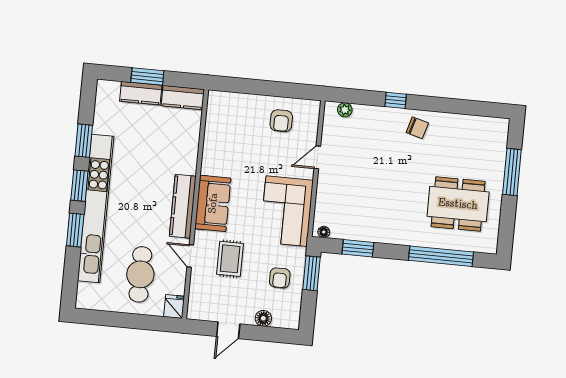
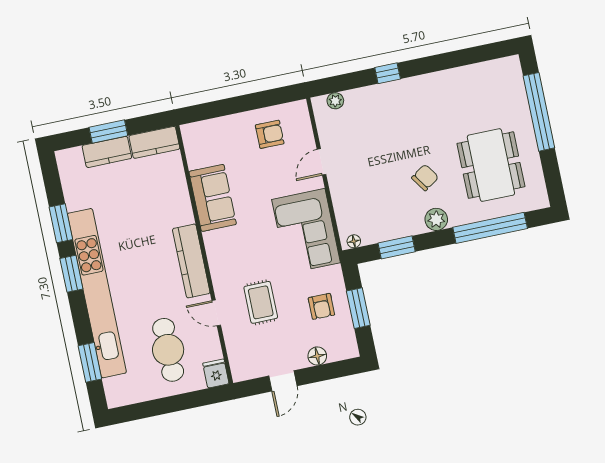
armchair: (281, 121) -> (270, 134), turned -90
chair: (417, 128) -> (425, 178), moved, turned -50
window: (512, 172) -> (539, 112), width x1.46
sofa: (213, 203) -> (213, 198), moved
dining table: (458, 204) -> (491, 165), turned 90
window: (75, 230) -> (90, 362), moved
plant: (398, 235) -> (436, 219), added
window: (312, 273) -> (358, 308), moved

